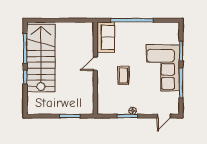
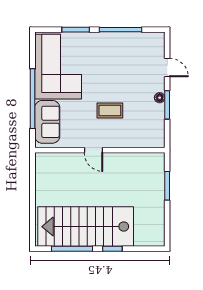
sofa: (106, 37) -> (47, 122), moved, turned 90
corner sofa: (163, 68) -> (58, 67), moved, turned -90
door: (164, 116) -> (167, 68), moved

